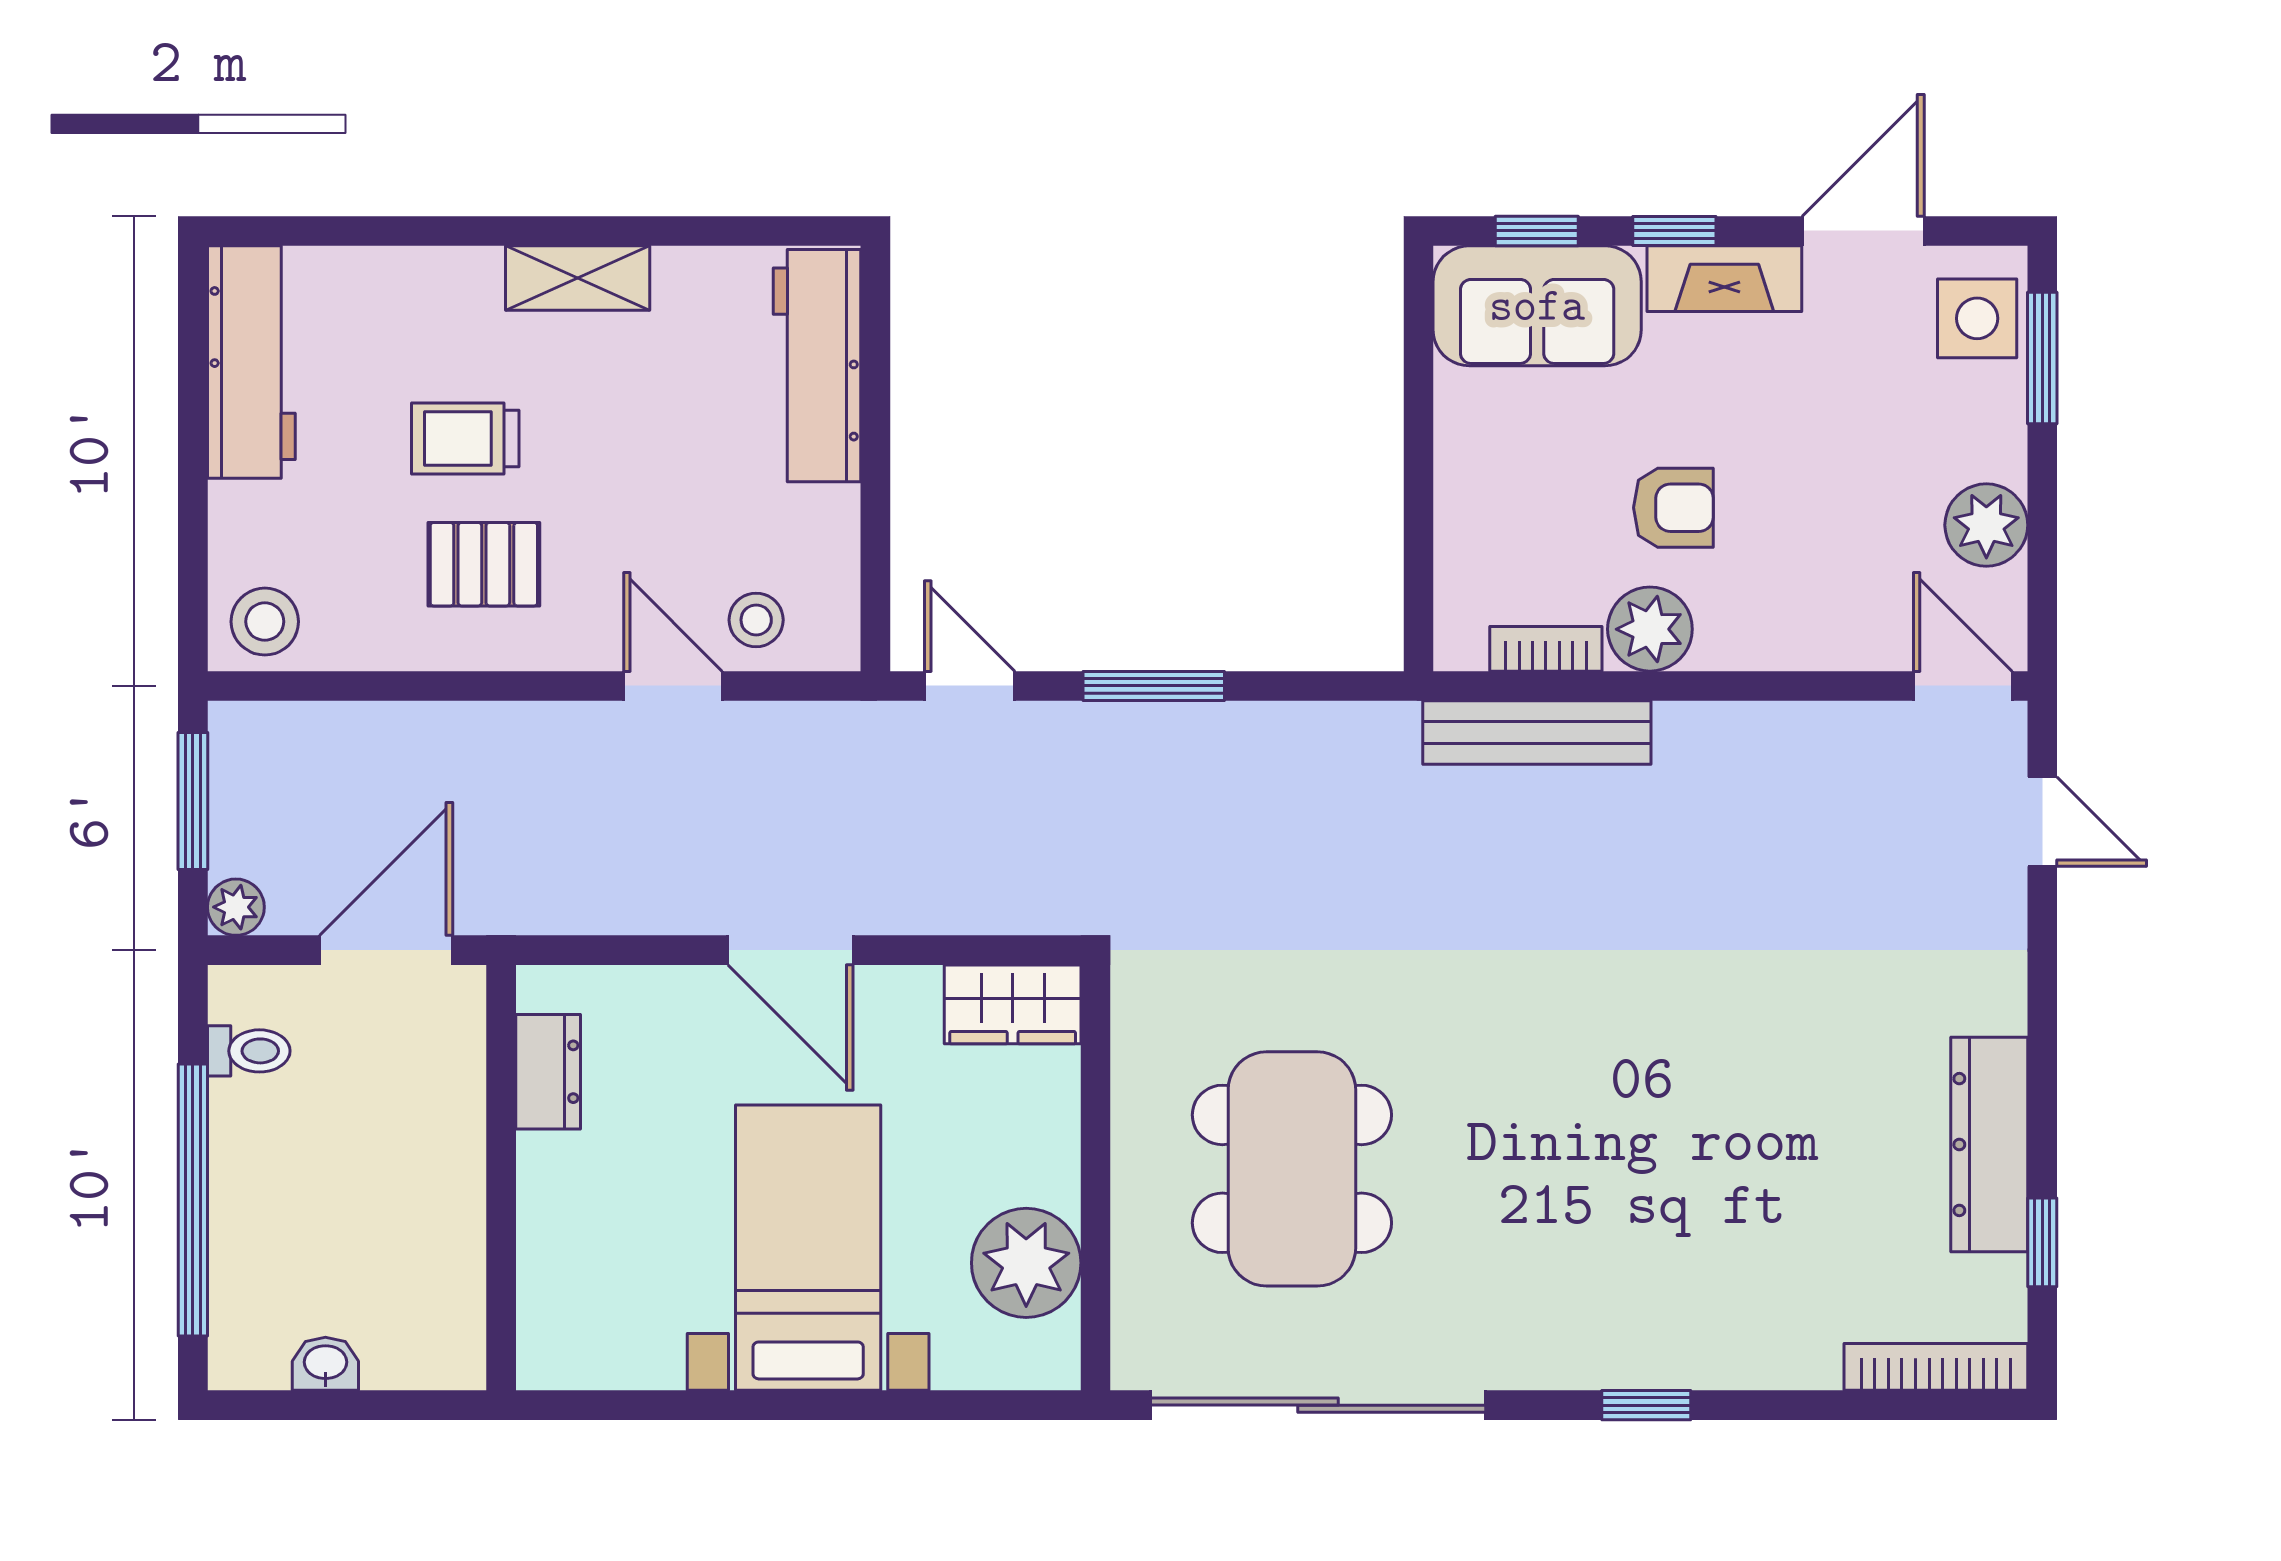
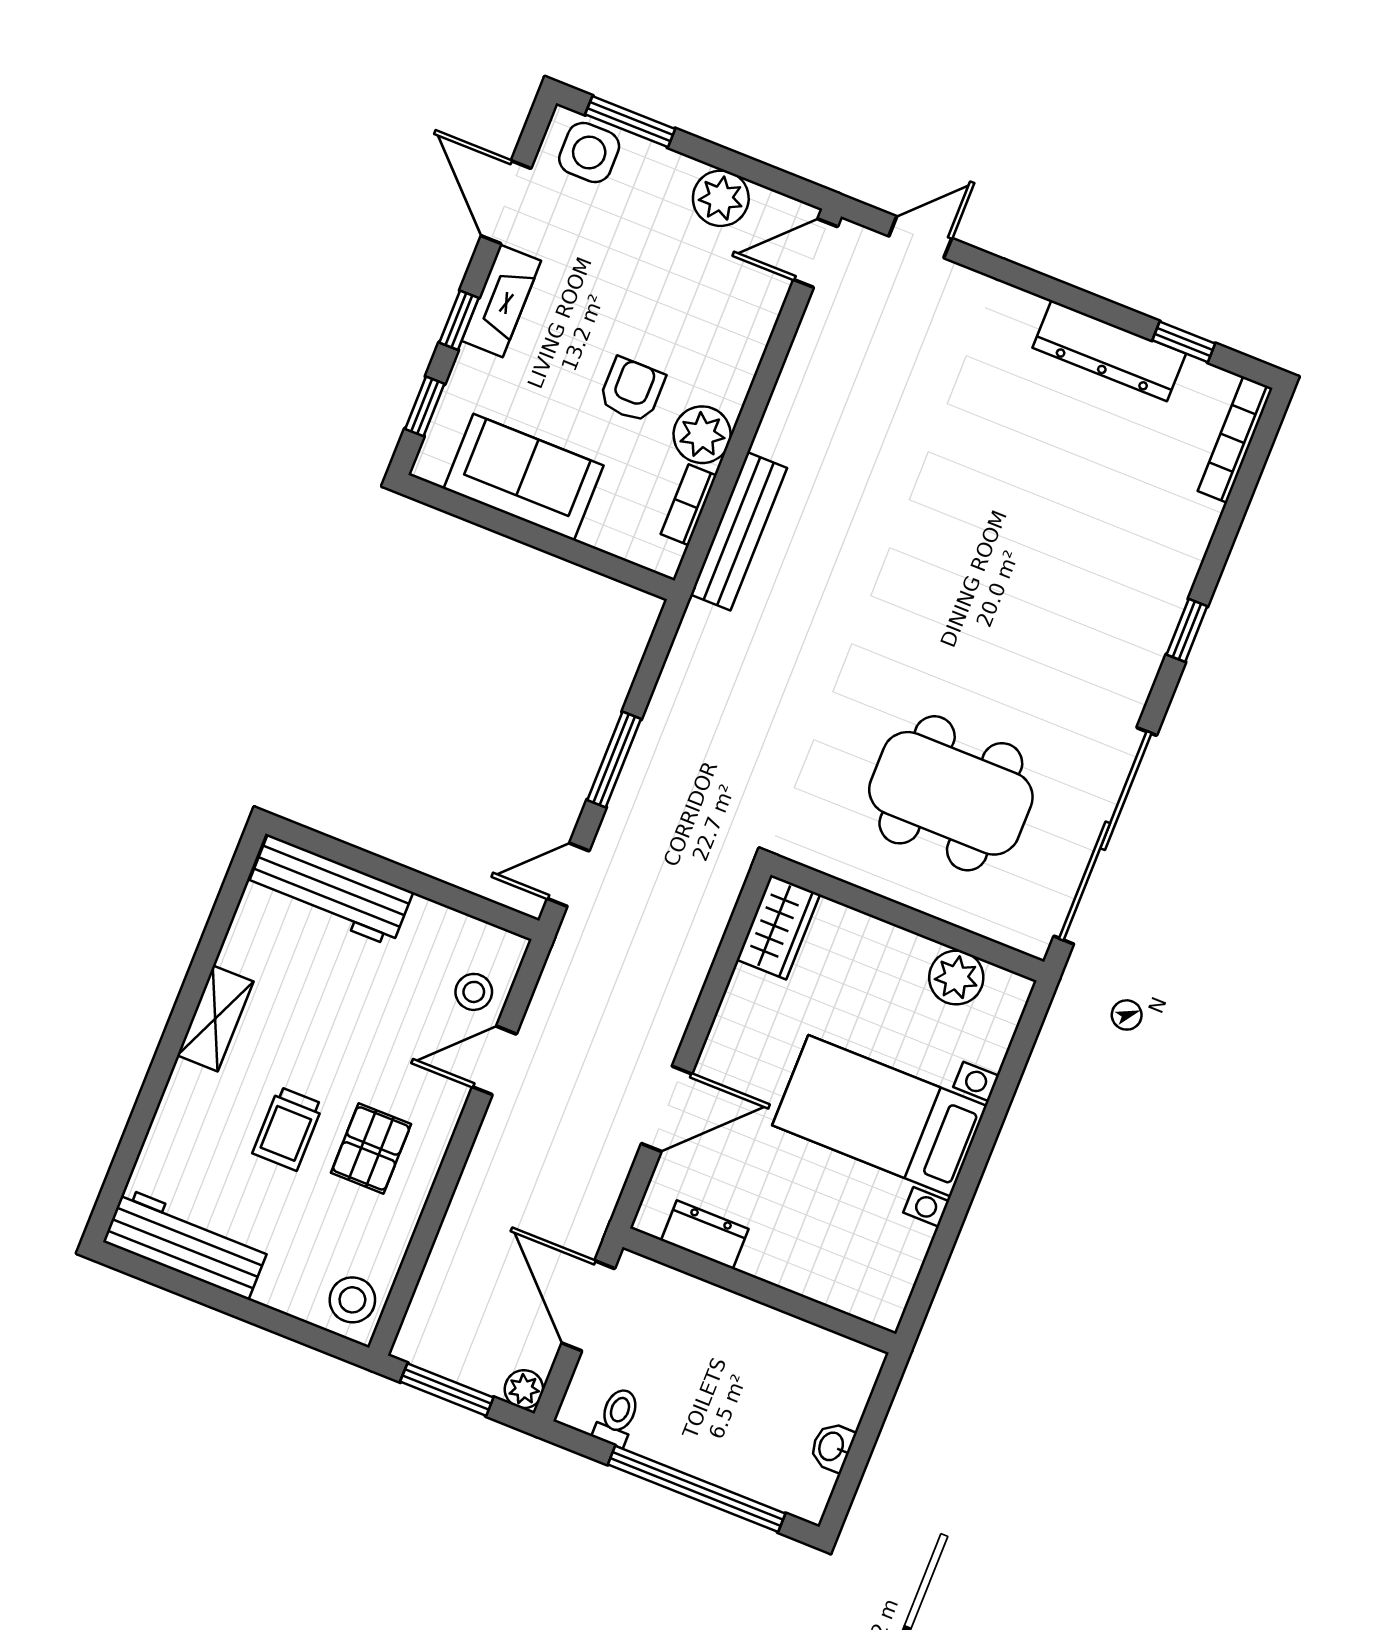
sofa: (1537, 306) -> (524, 477), moved, turned -90
door: (790, 950) -> (667, 1109), moved
plant: (1026, 1263) -> (956, 978), width x0.73, depth x0.73

